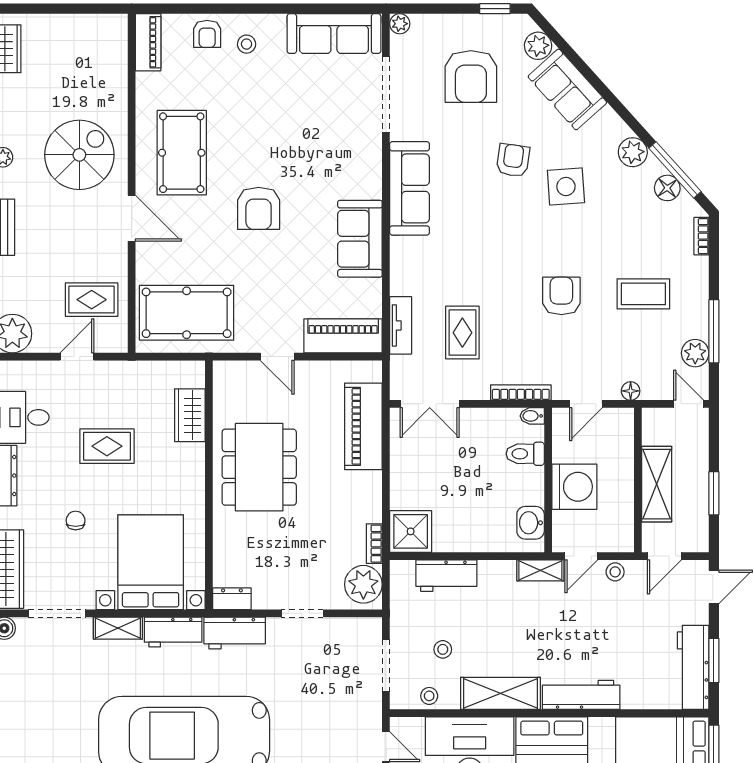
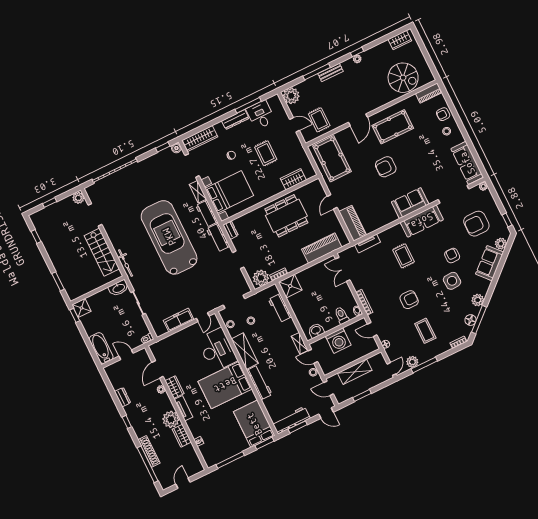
spiral stairs: (79, 155) -> (403, 78), moved
armchair: (513, 160) -> (452, 256), turned -98
sofa: (360, 239) -> (410, 203), moved
rug: (462, 333) -> (404, 256), moved, turned 90

